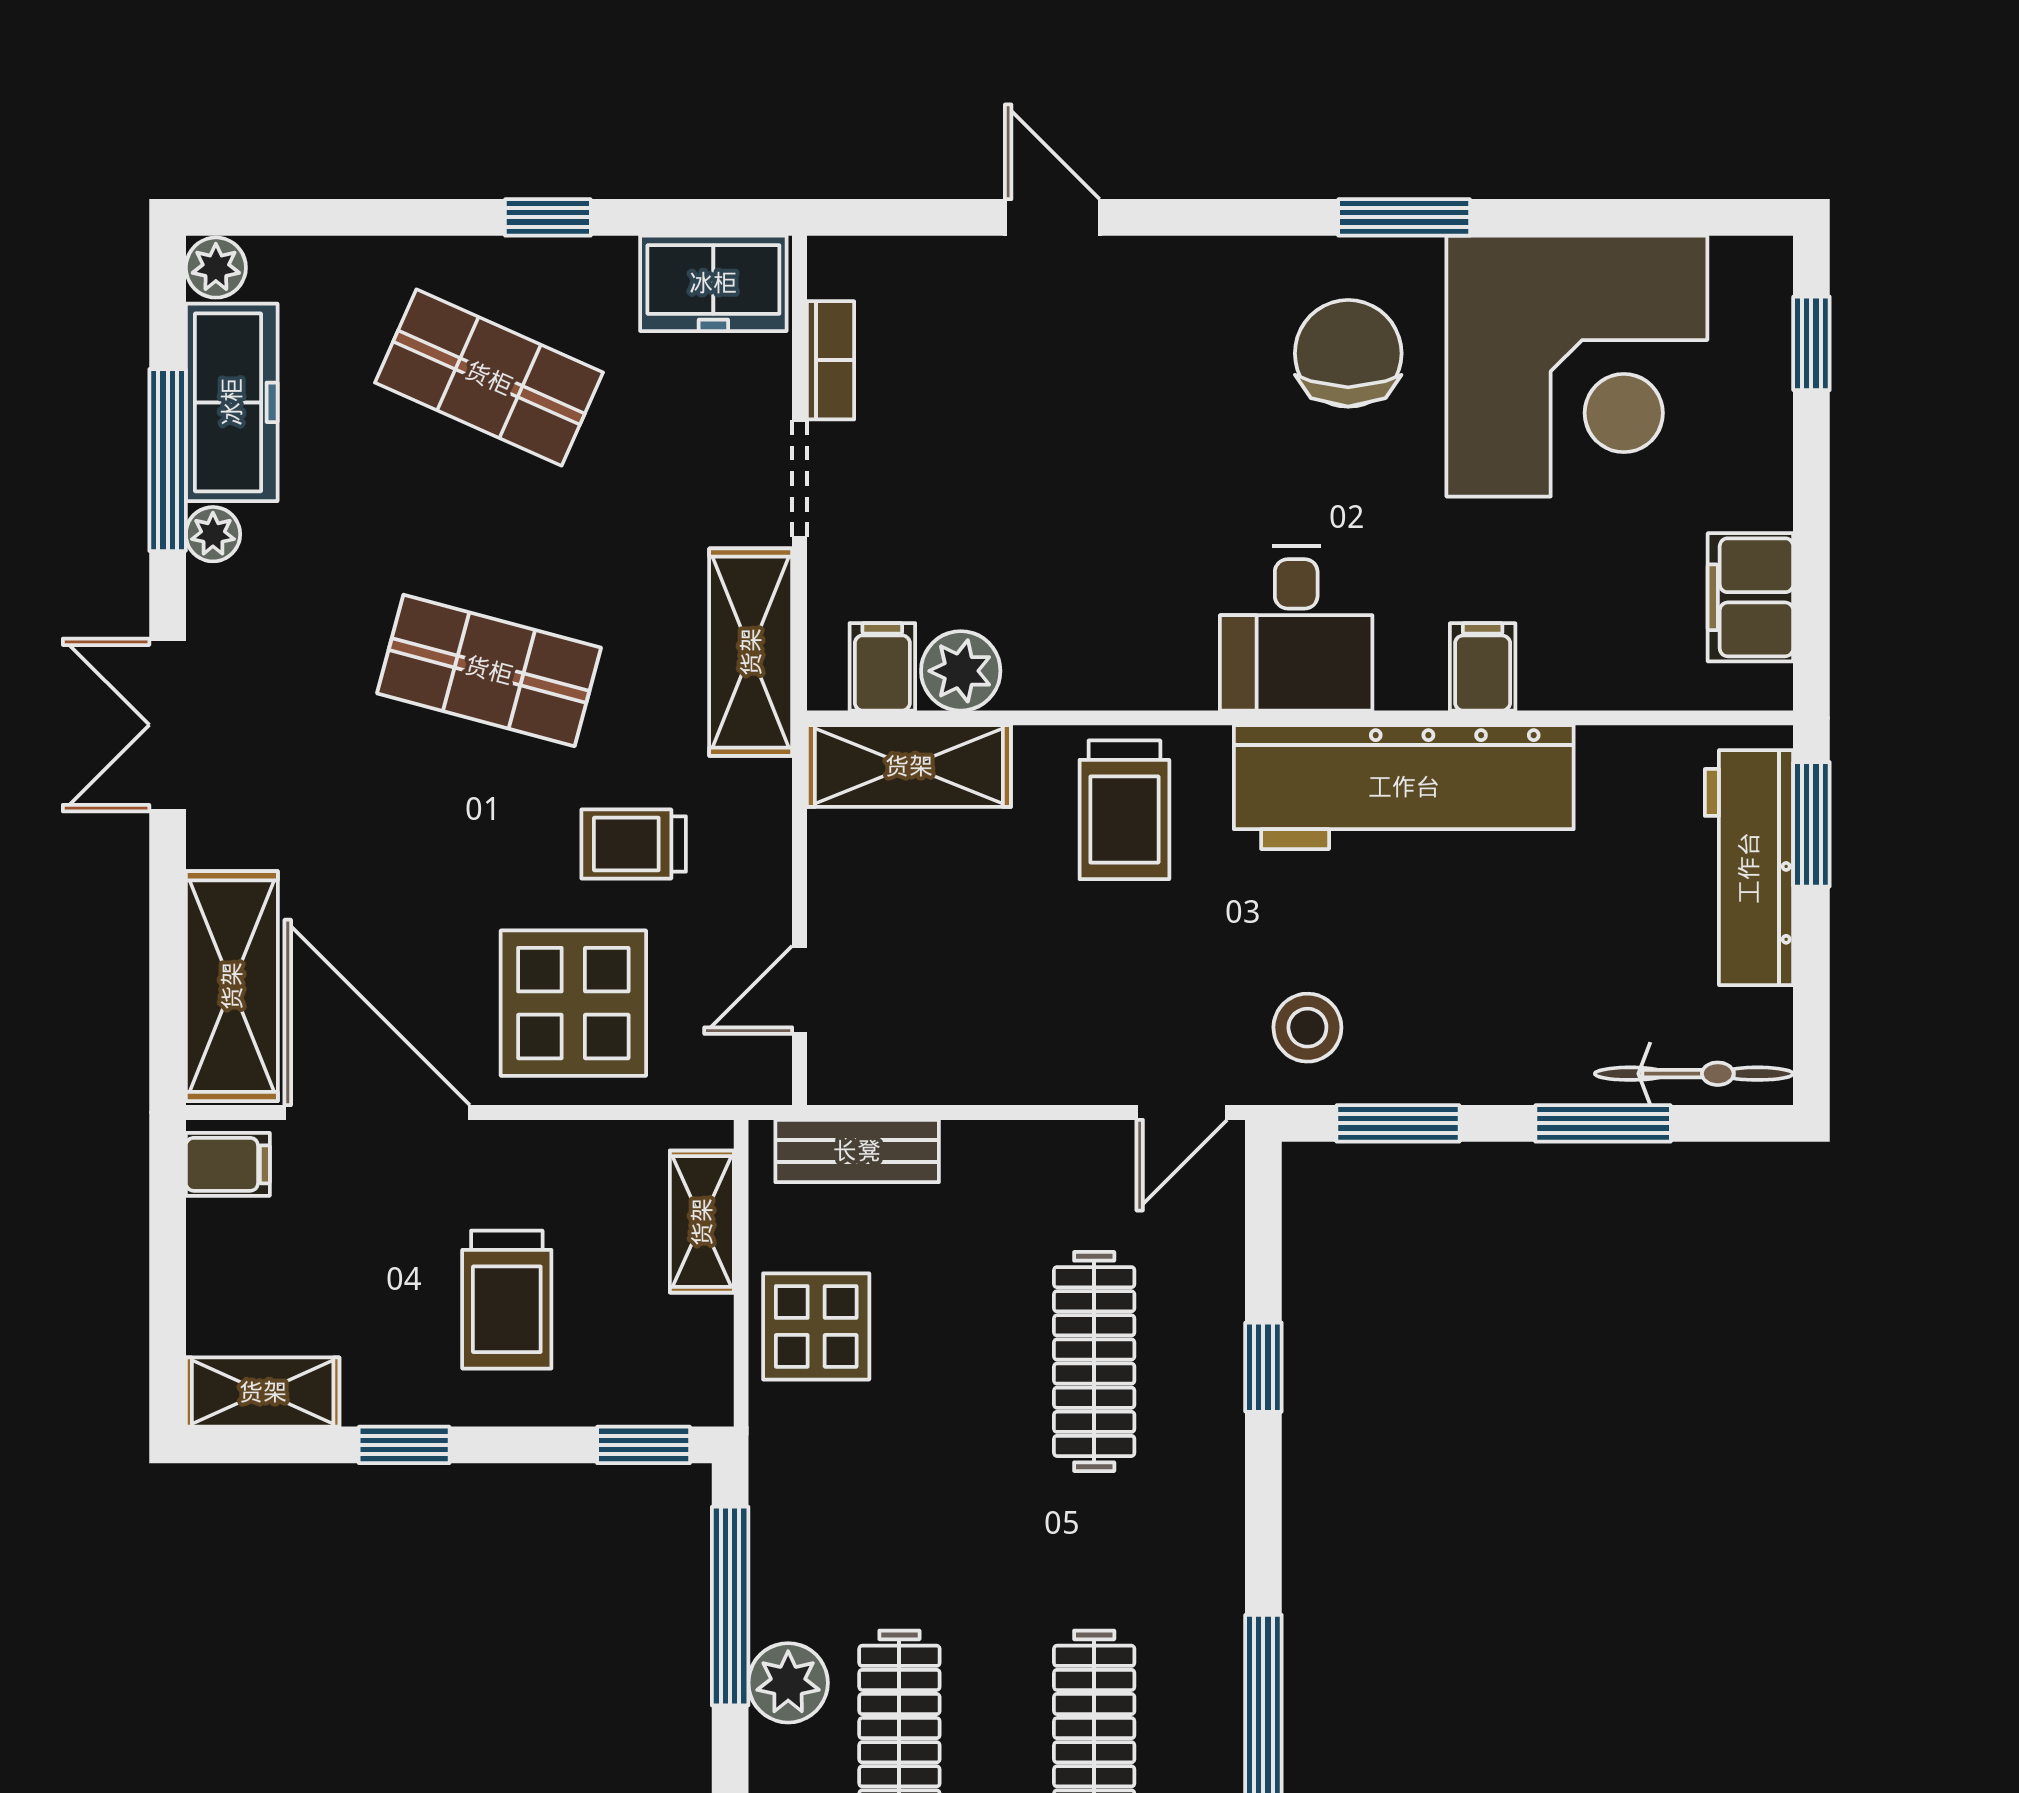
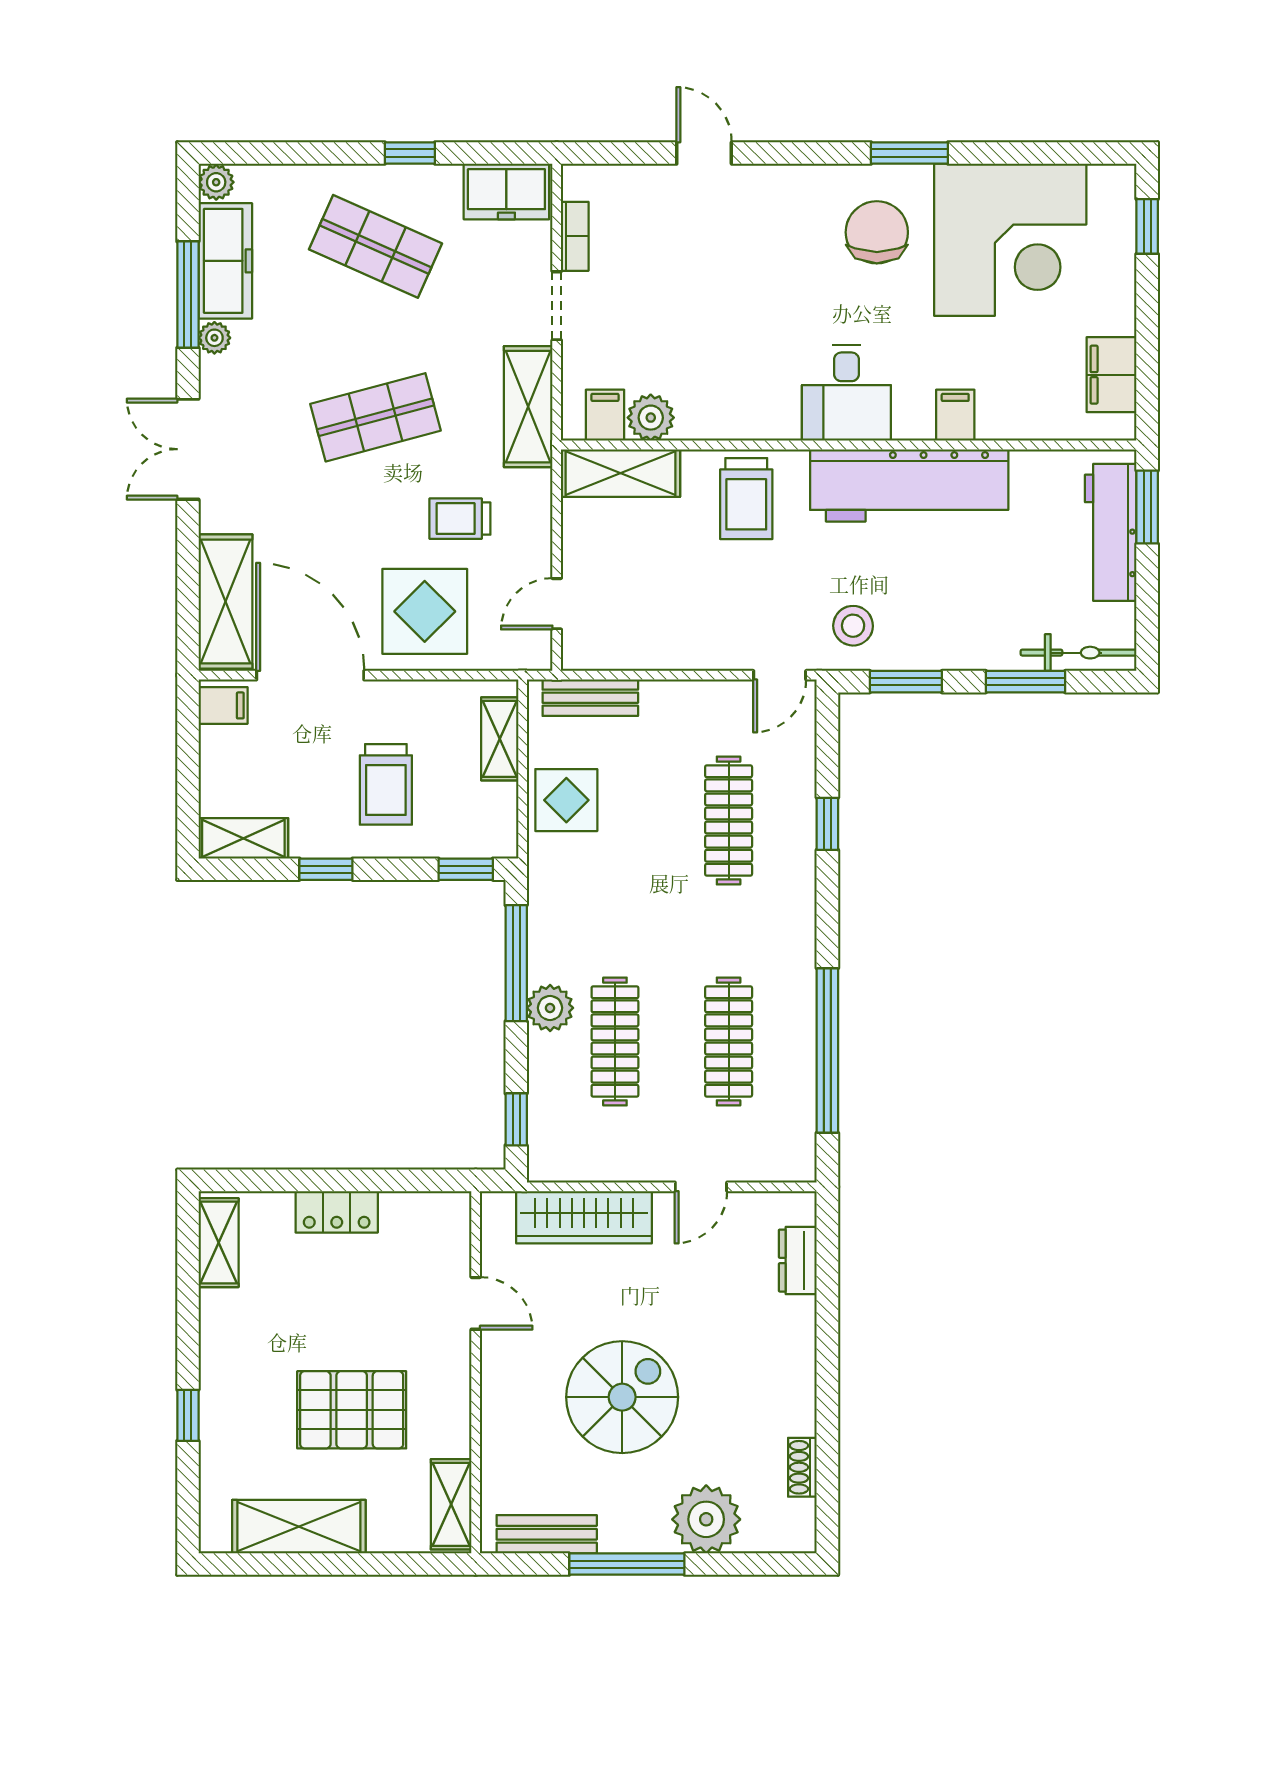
shop shelf: (489, 670) -> (375, 417), turned -30

